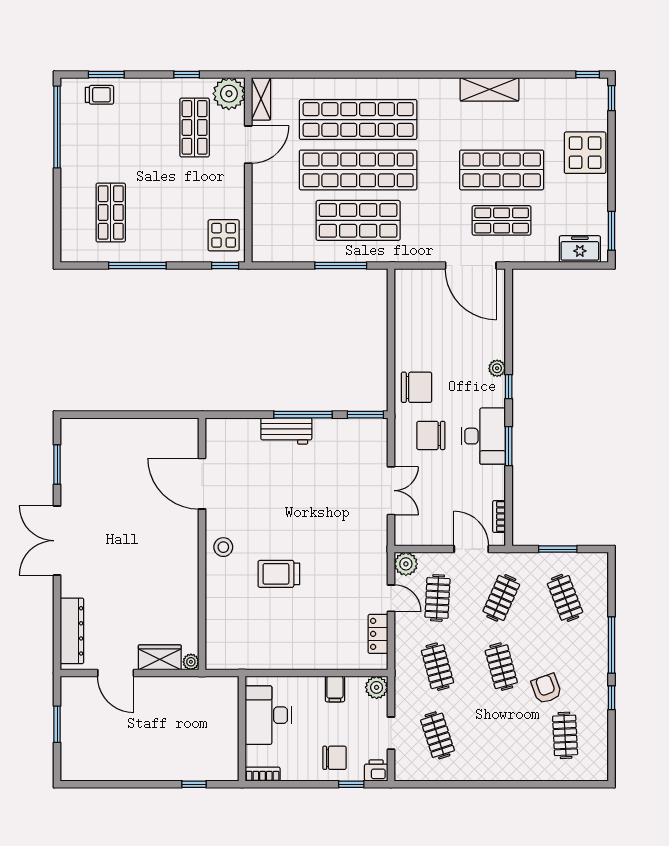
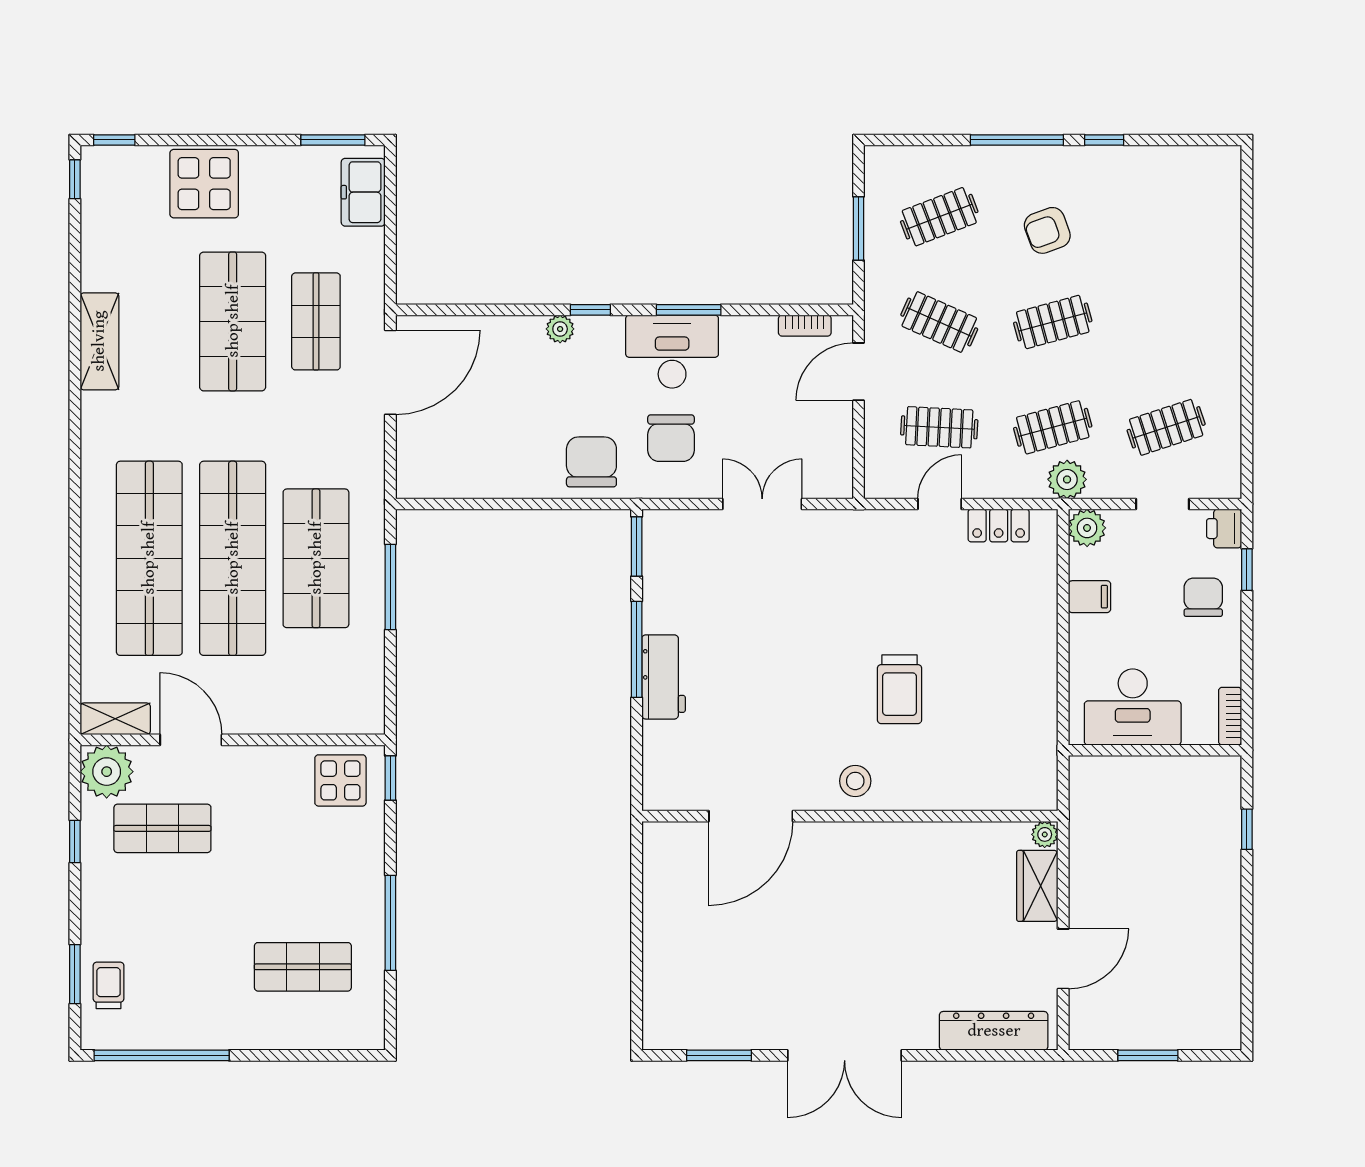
plant: (406, 564) -> (1067, 479), moved
armchair: (546, 689) -> (1047, 230), moved
clothes rail: (565, 735) -> (1166, 217), removed

